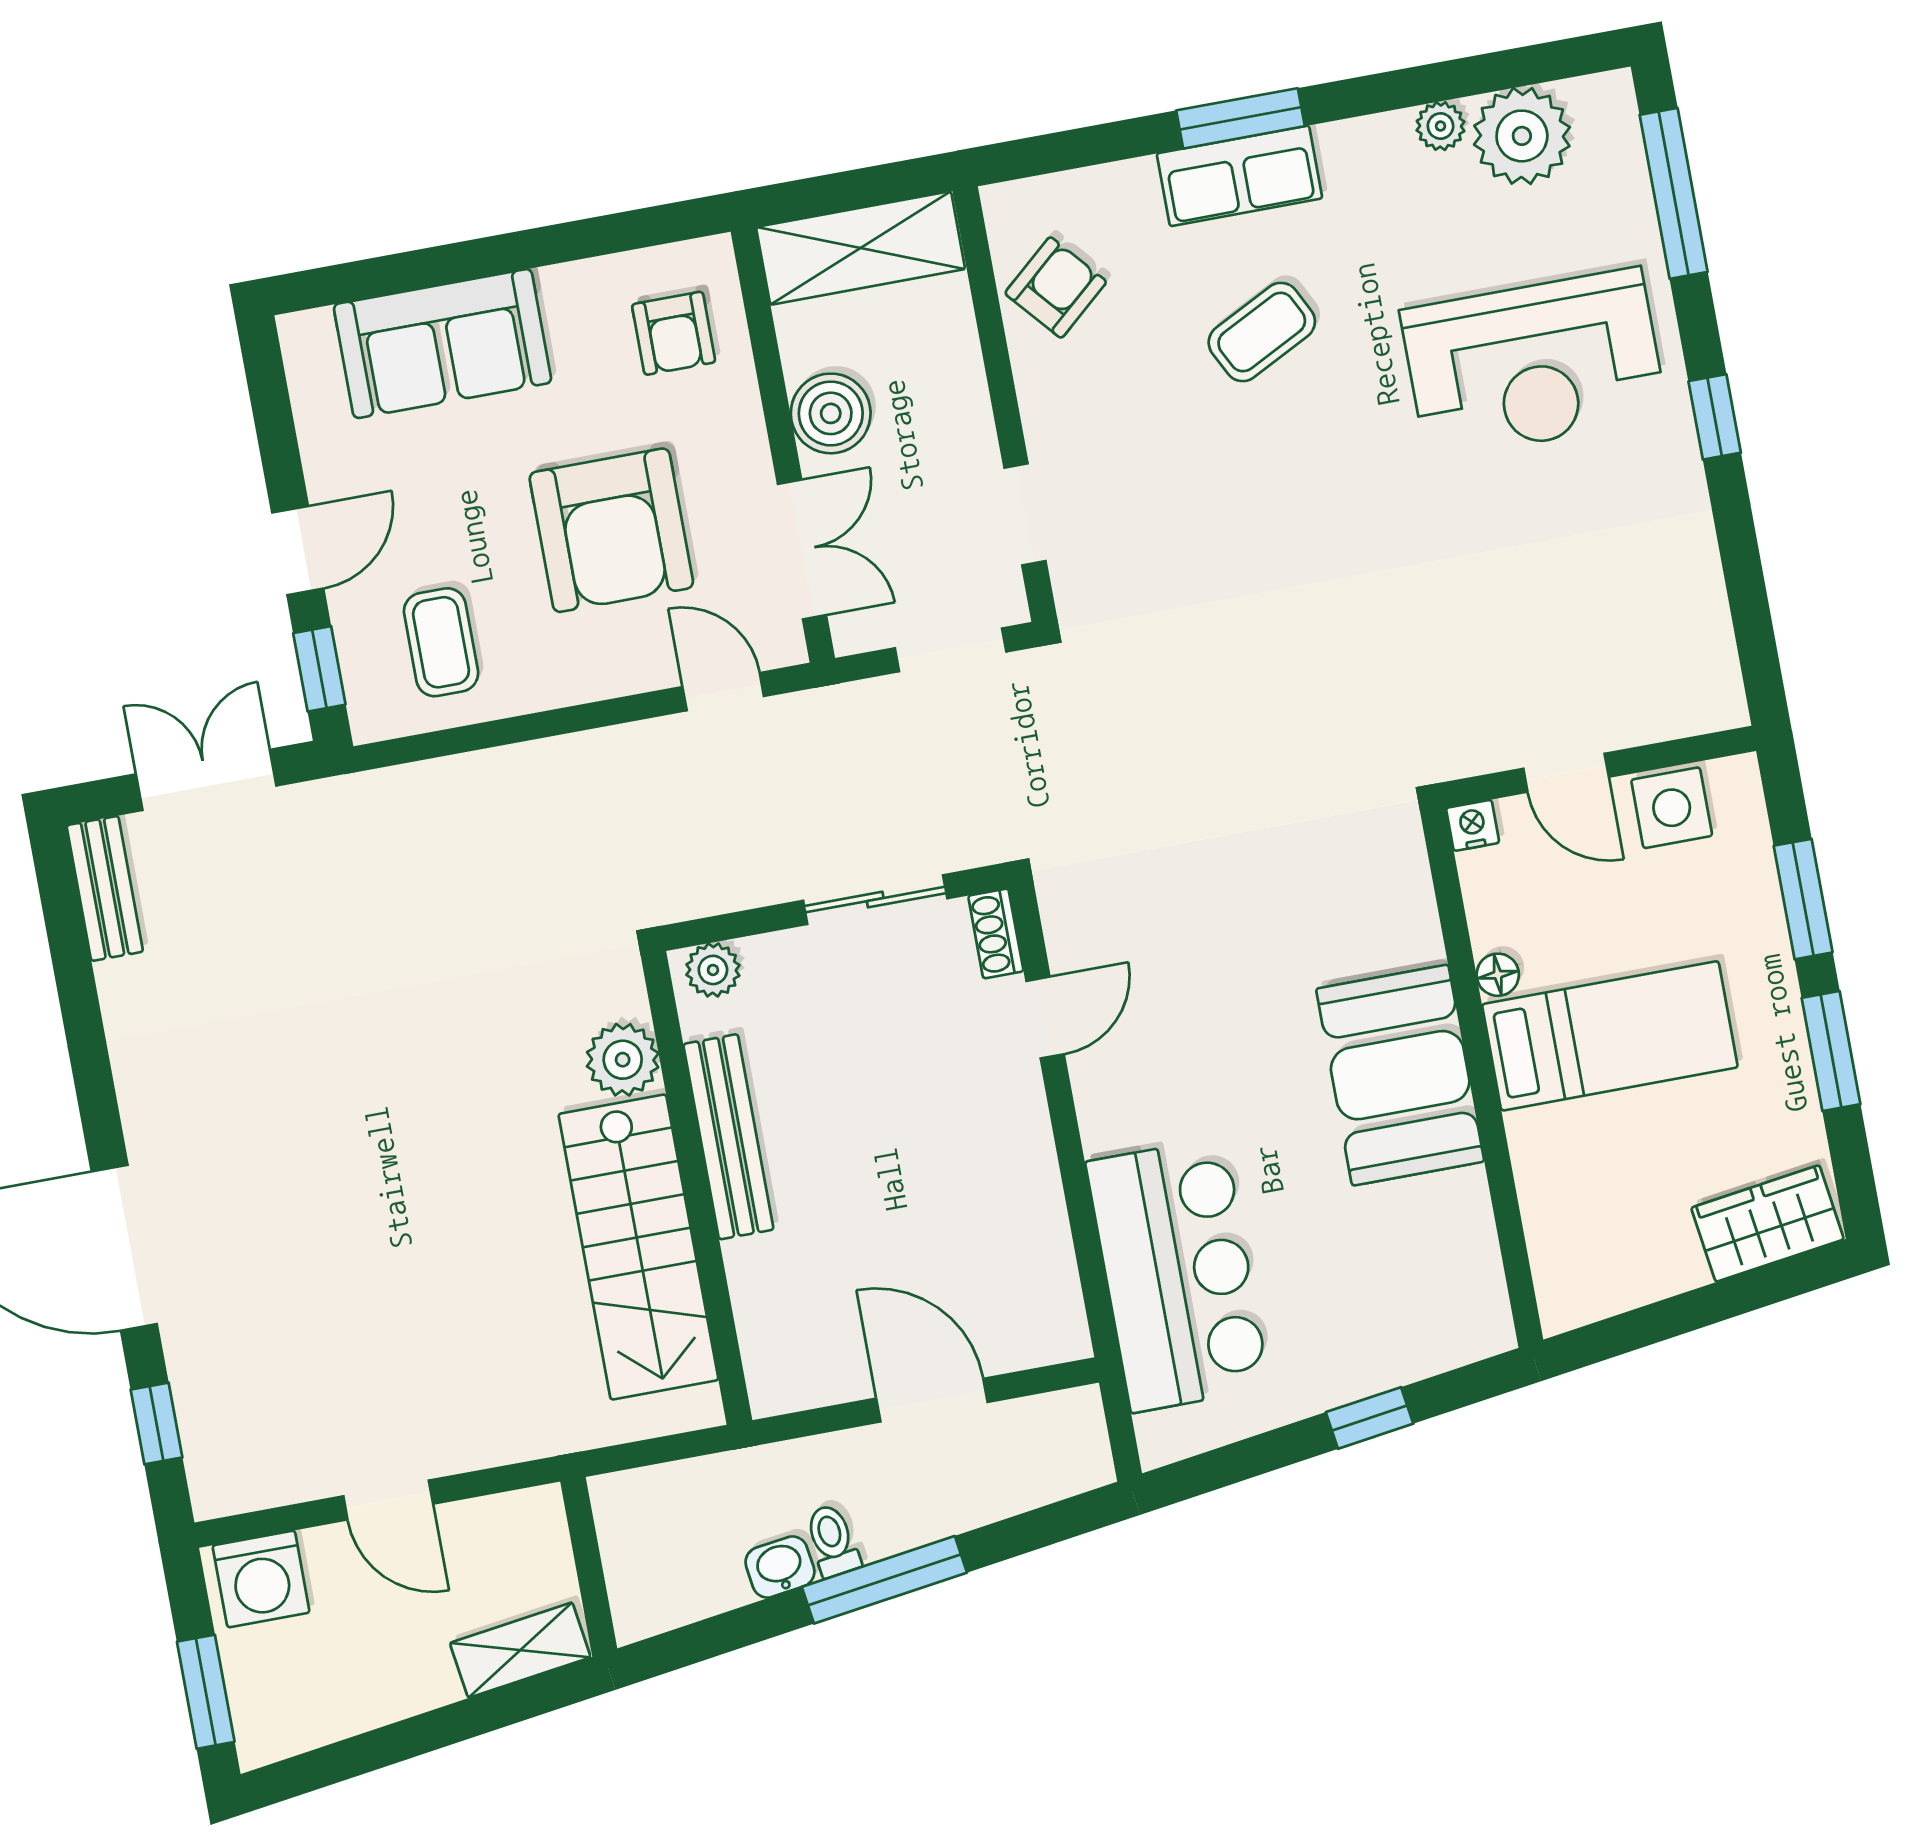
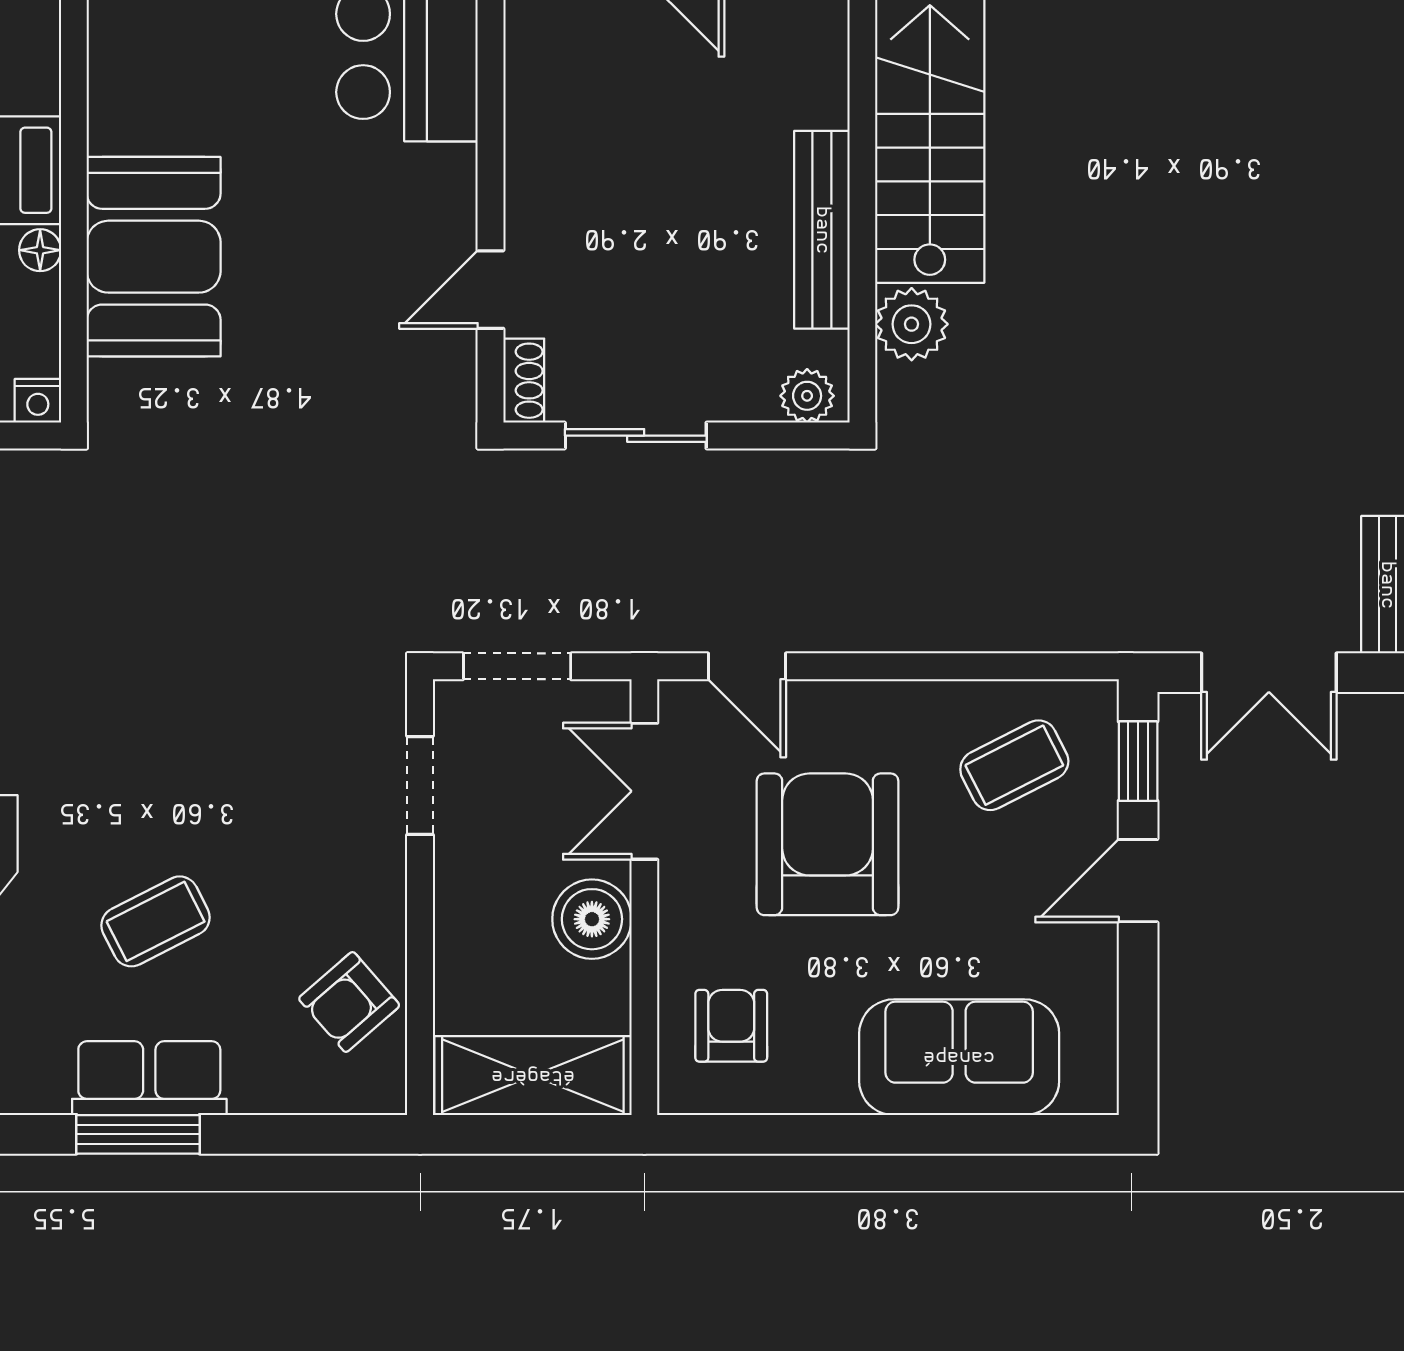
coffee table: (441, 642) -> (1014, 765), turned 63
booth: (1400, 1075) -> (154, 257), moved

